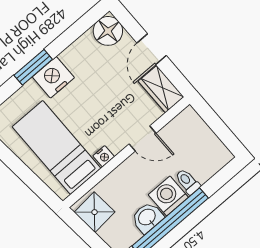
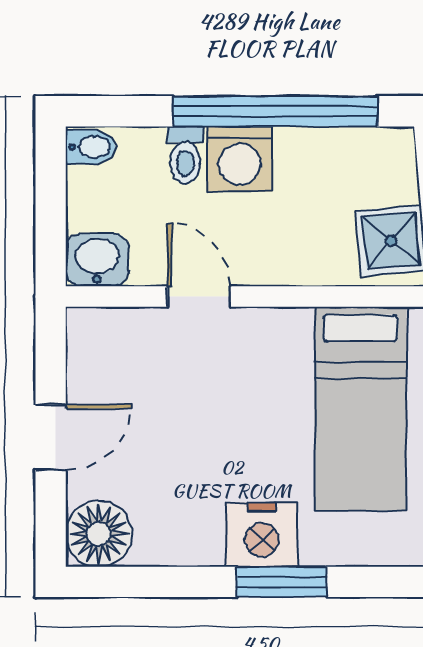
wardrobe: (161, 89) -> (93, 354), removed
nightstand: (104, 156) -> (292, 324), removed
bidet: (221, 157) -> (91, 147), added
washbasin: (147, 218) -> (97, 260), moved, turned 180

